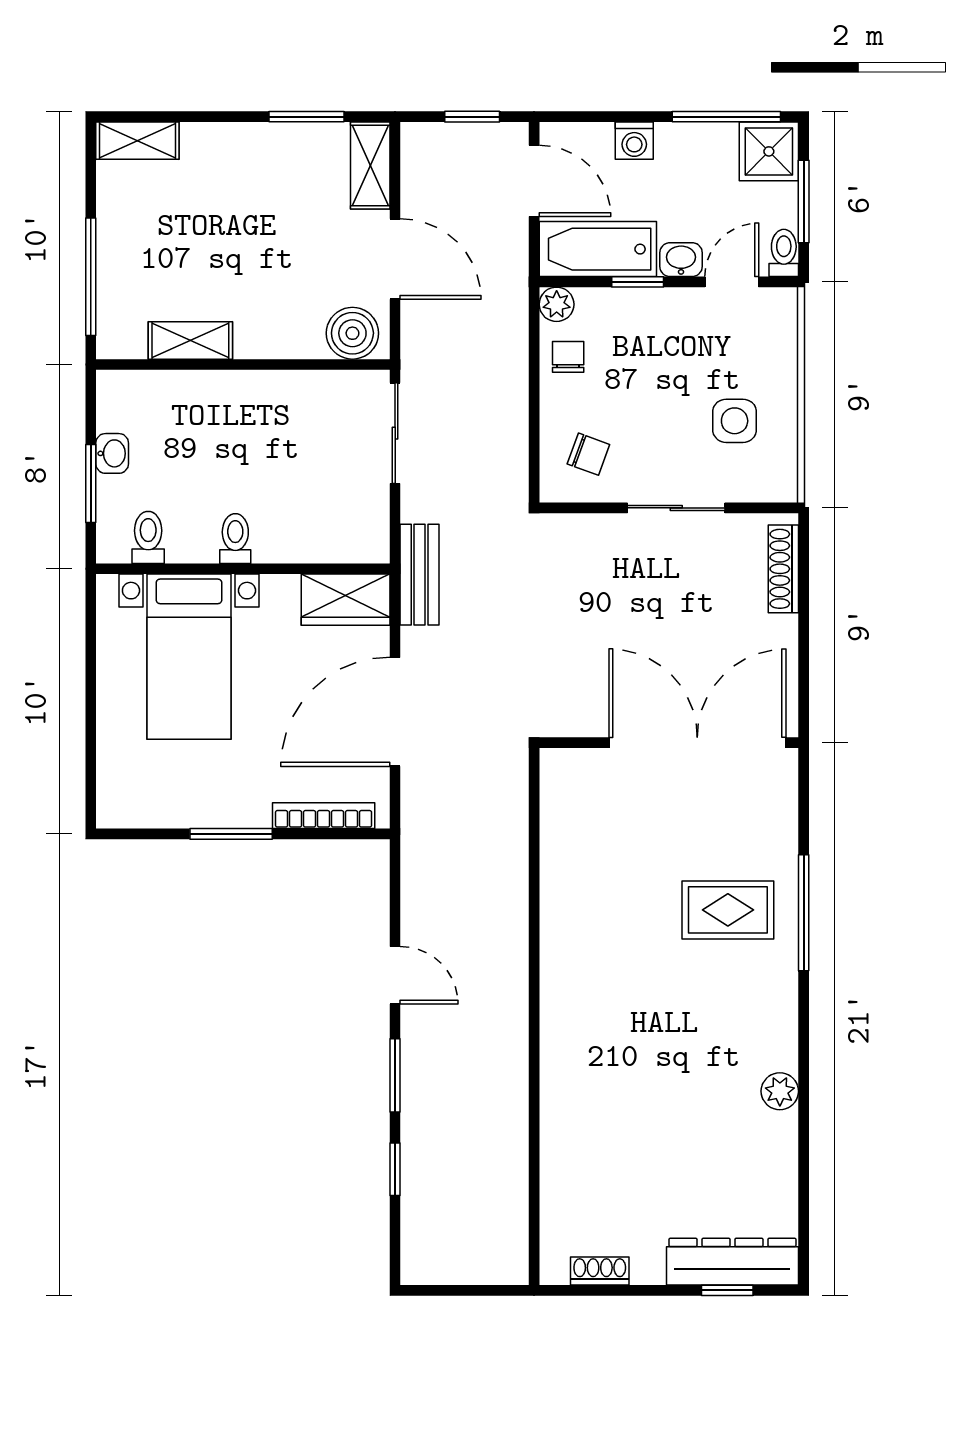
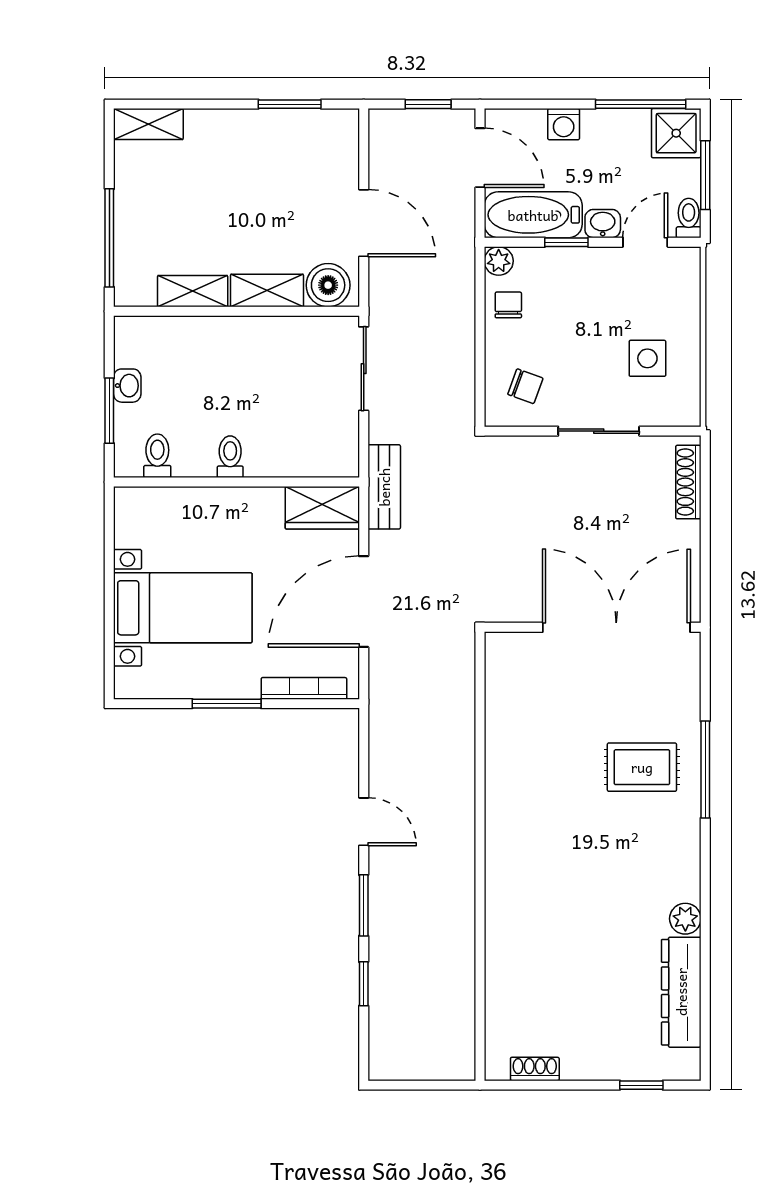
shelving: (370, 166) -> (267, 290), moved, turned 90
bed with nightstands: (189, 657) -> (183, 608), moved, turned -90
dresser: (732, 1262) -> (681, 992), moved, turned -90

